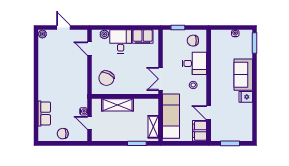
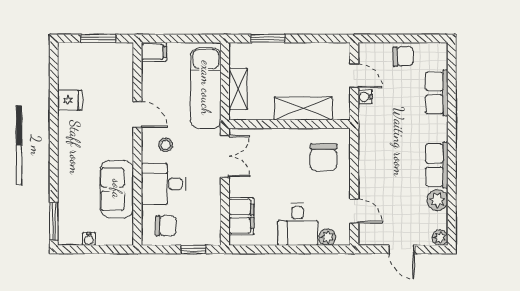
filing cabinet: (143, 37) -> (241, 216), moved, turned 90
plant: (44, 55) -> (437, 200), added
row of seats: (44, 74) -> (437, 165), added
sofa: (243, 75) -> (117, 189), moved, turned 180
chair: (106, 78) -> (324, 157), turned 153
fridge: (246, 97) -> (70, 100), moved
door: (209, 113) -> (137, 114), moved
shelving: (153, 127) -> (238, 89), moved
filing cabinet: (200, 131) -> (154, 52), width x0.50

